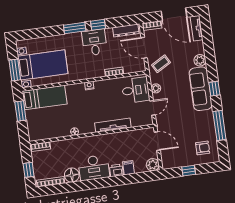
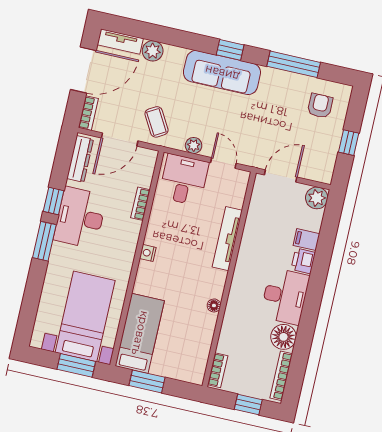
desk: (94, 42) -> (80, 218), width x1.37
plant: (200, 60) -> (153, 51), moved

